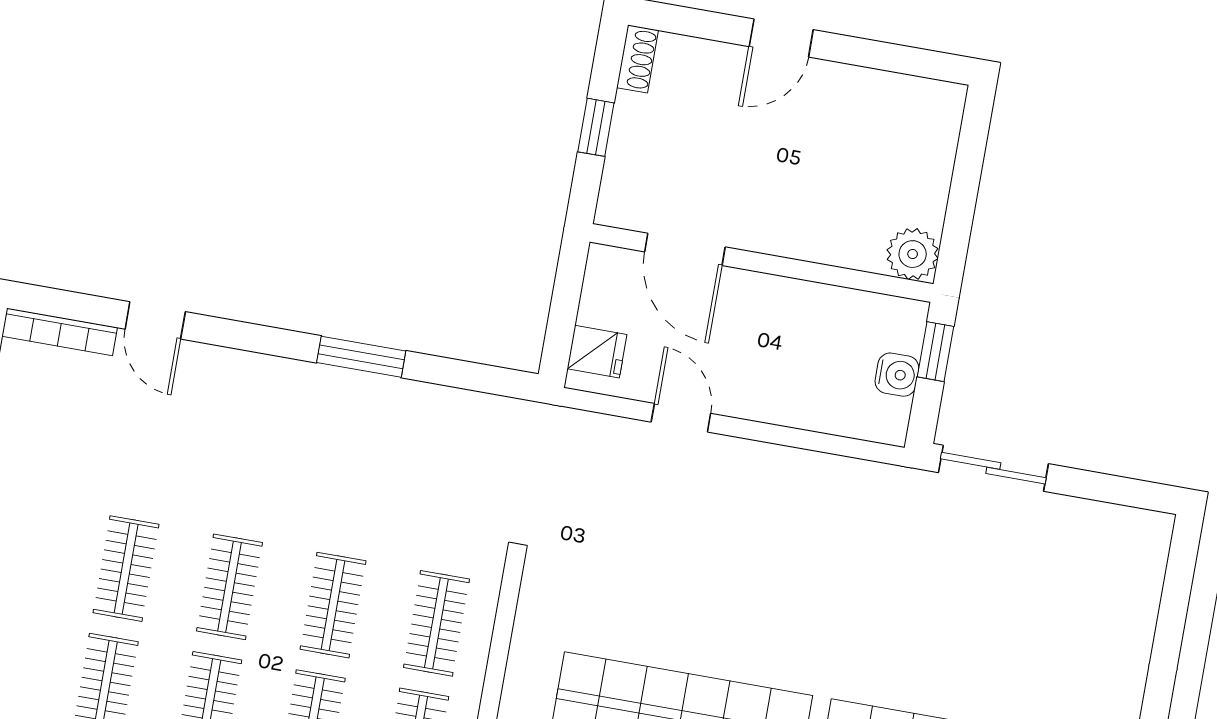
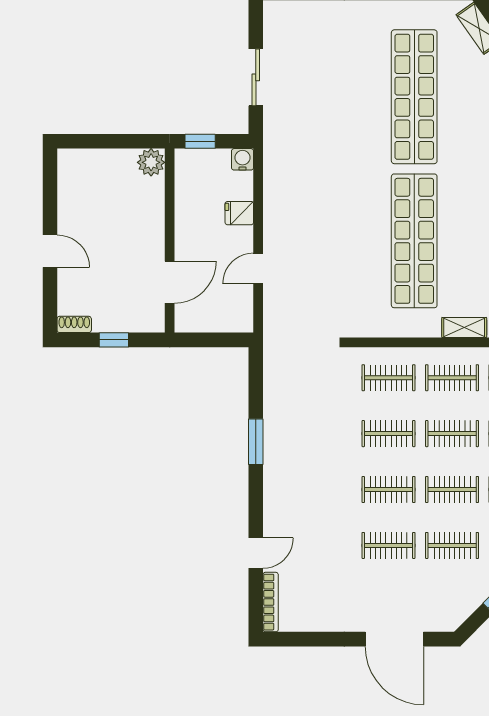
fridge: (597, 352) -> (239, 213), moved, turned -90
water cooler: (897, 375) -> (242, 159), moved
sliding door: (993, 468) -> (256, 77), moved

